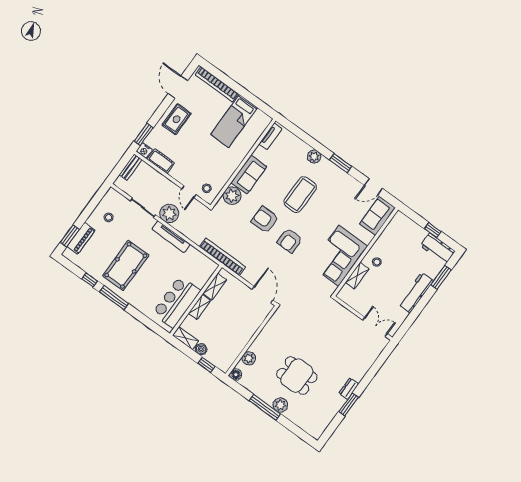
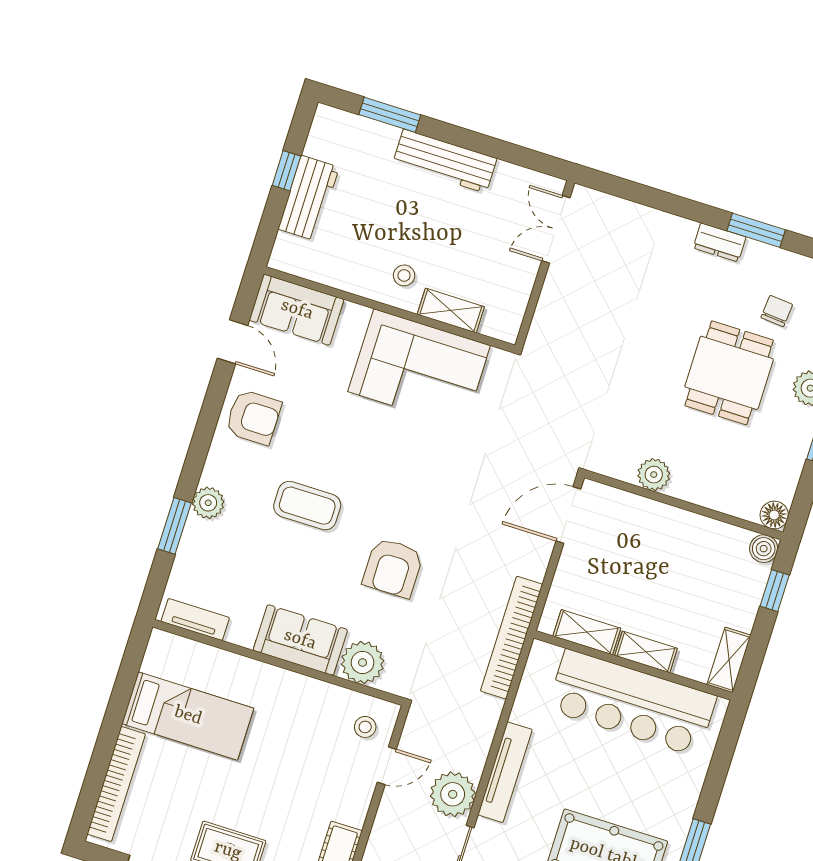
window: (341, 163) -> (175, 526), moved
coffee table: (300, 195) -> (307, 506), width x0.73, depth x0.76
armchair: (290, 240) -> (253, 417), moved
workbench: (438, 248) -> (309, 198), moved
bar counter: (176, 302) -> (632, 703), width x1.36
boiler: (201, 349) -> (764, 549), moved
plant: (249, 358) -> (654, 475), moved
chair: (315, 402) -> (777, 311), added

